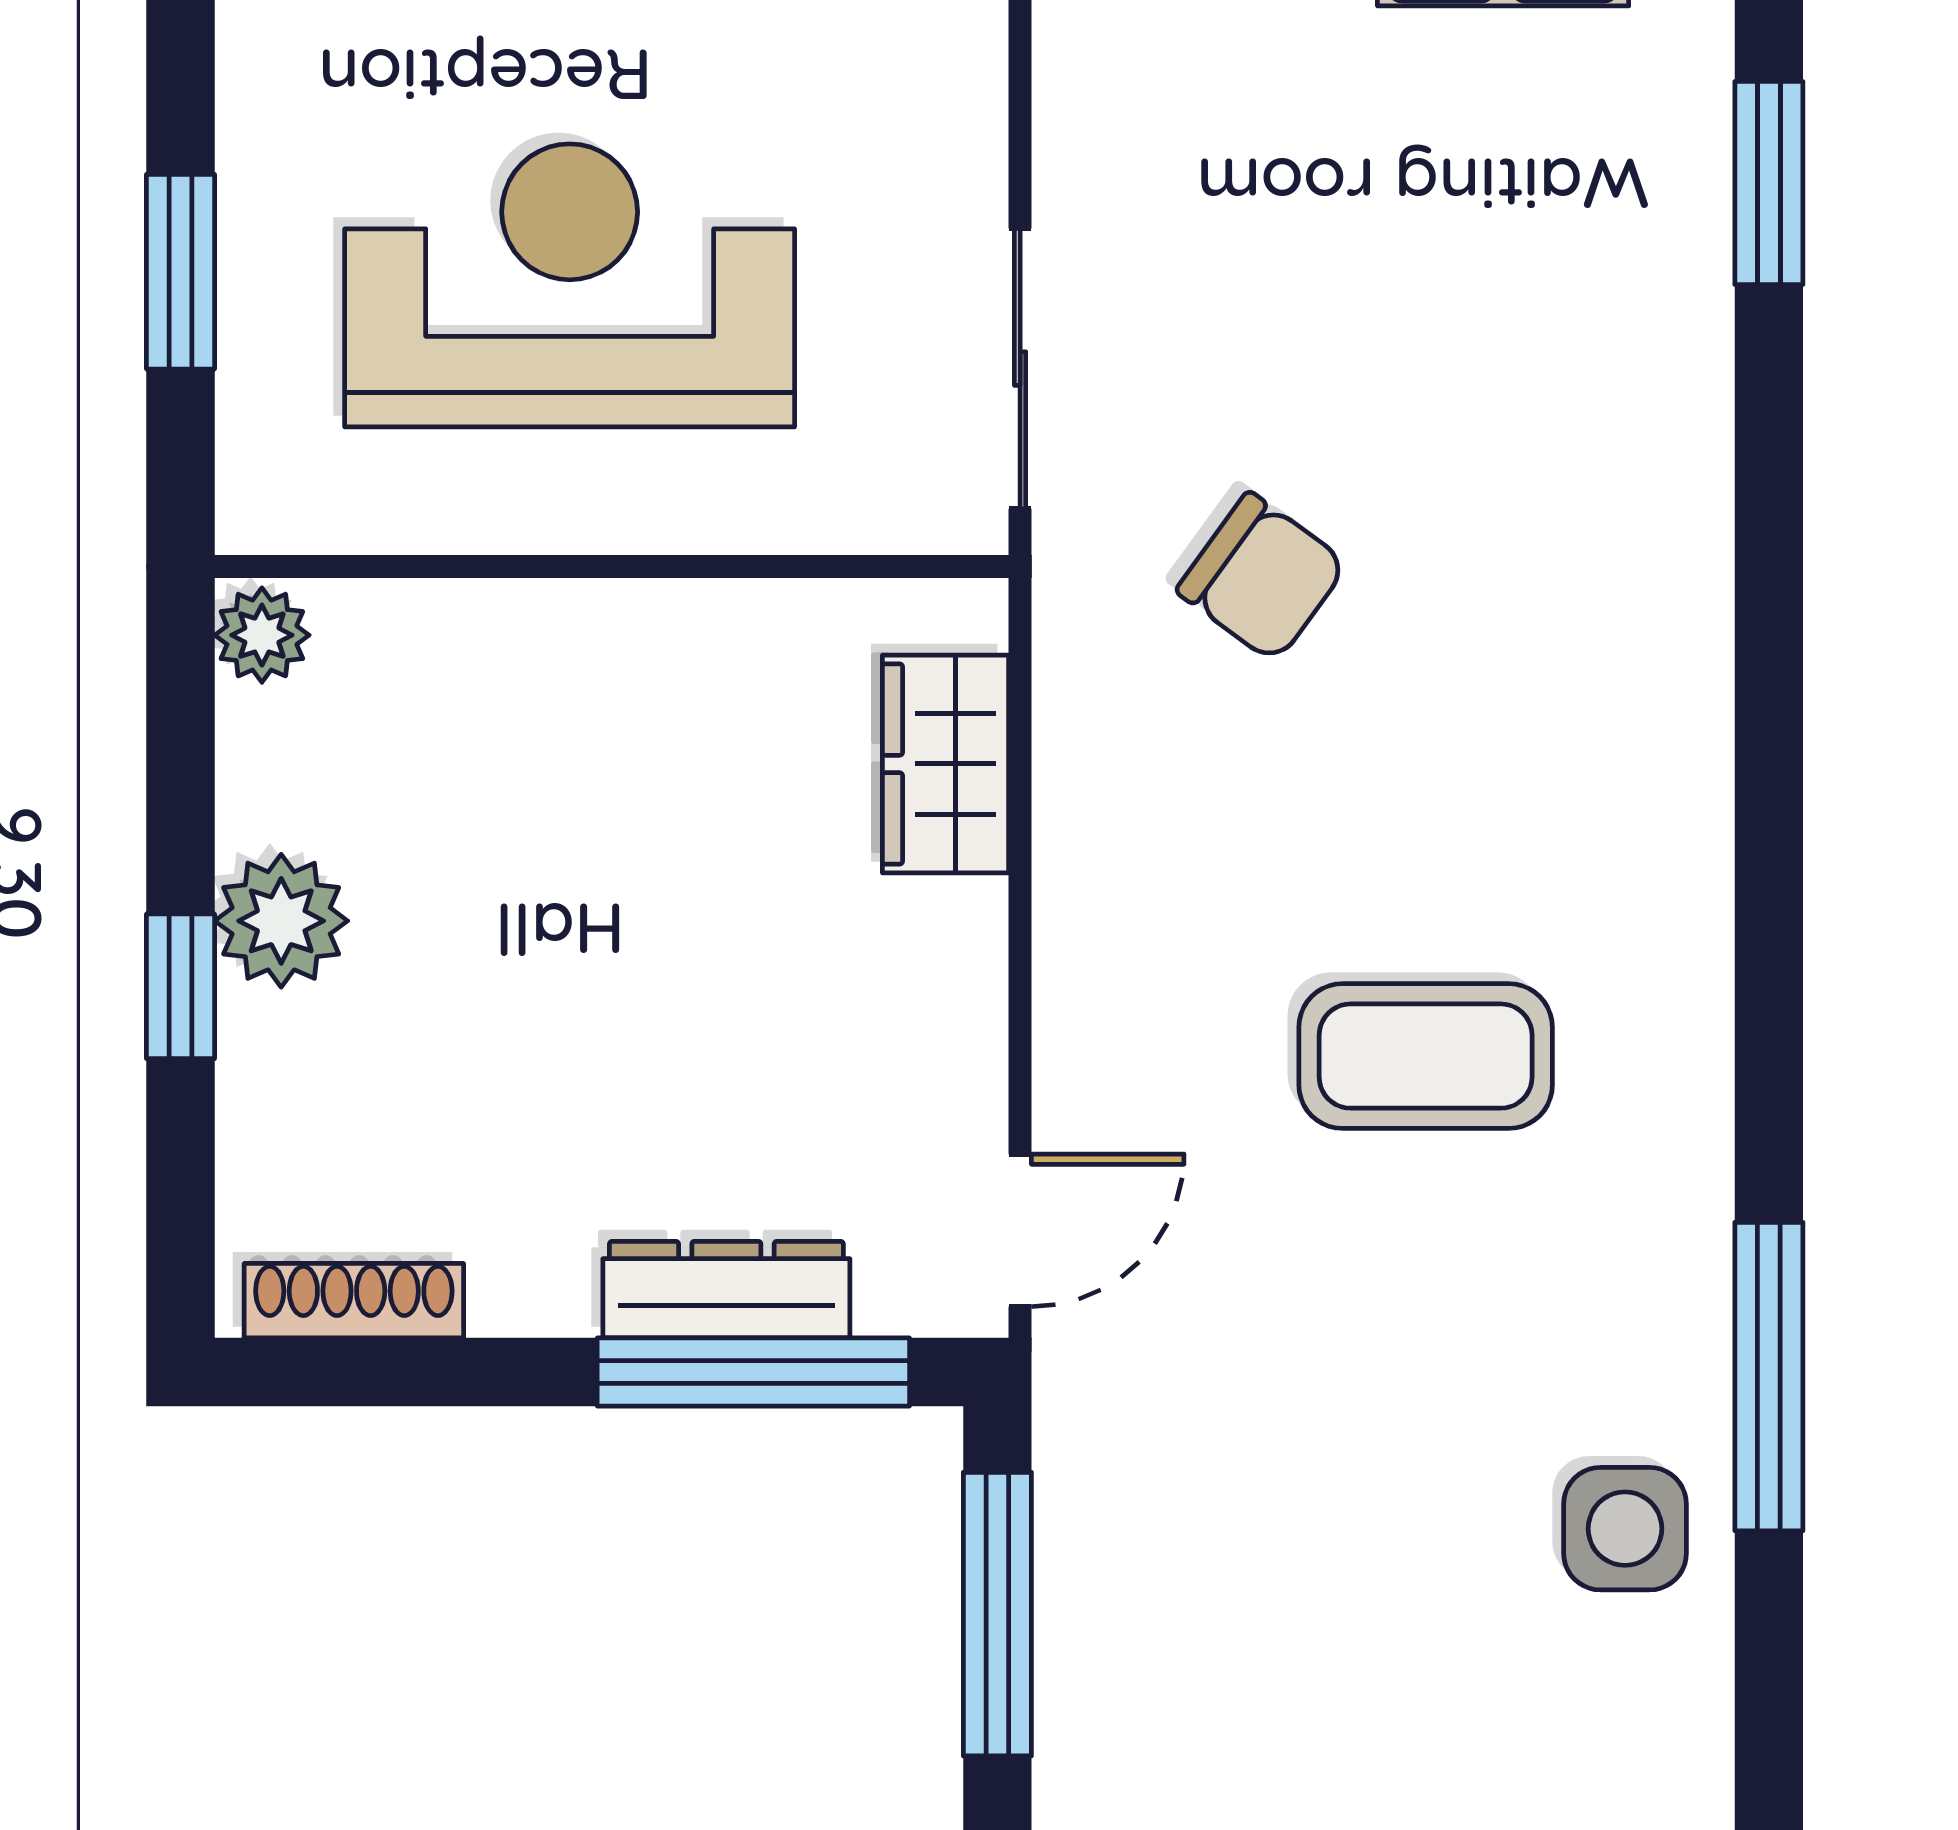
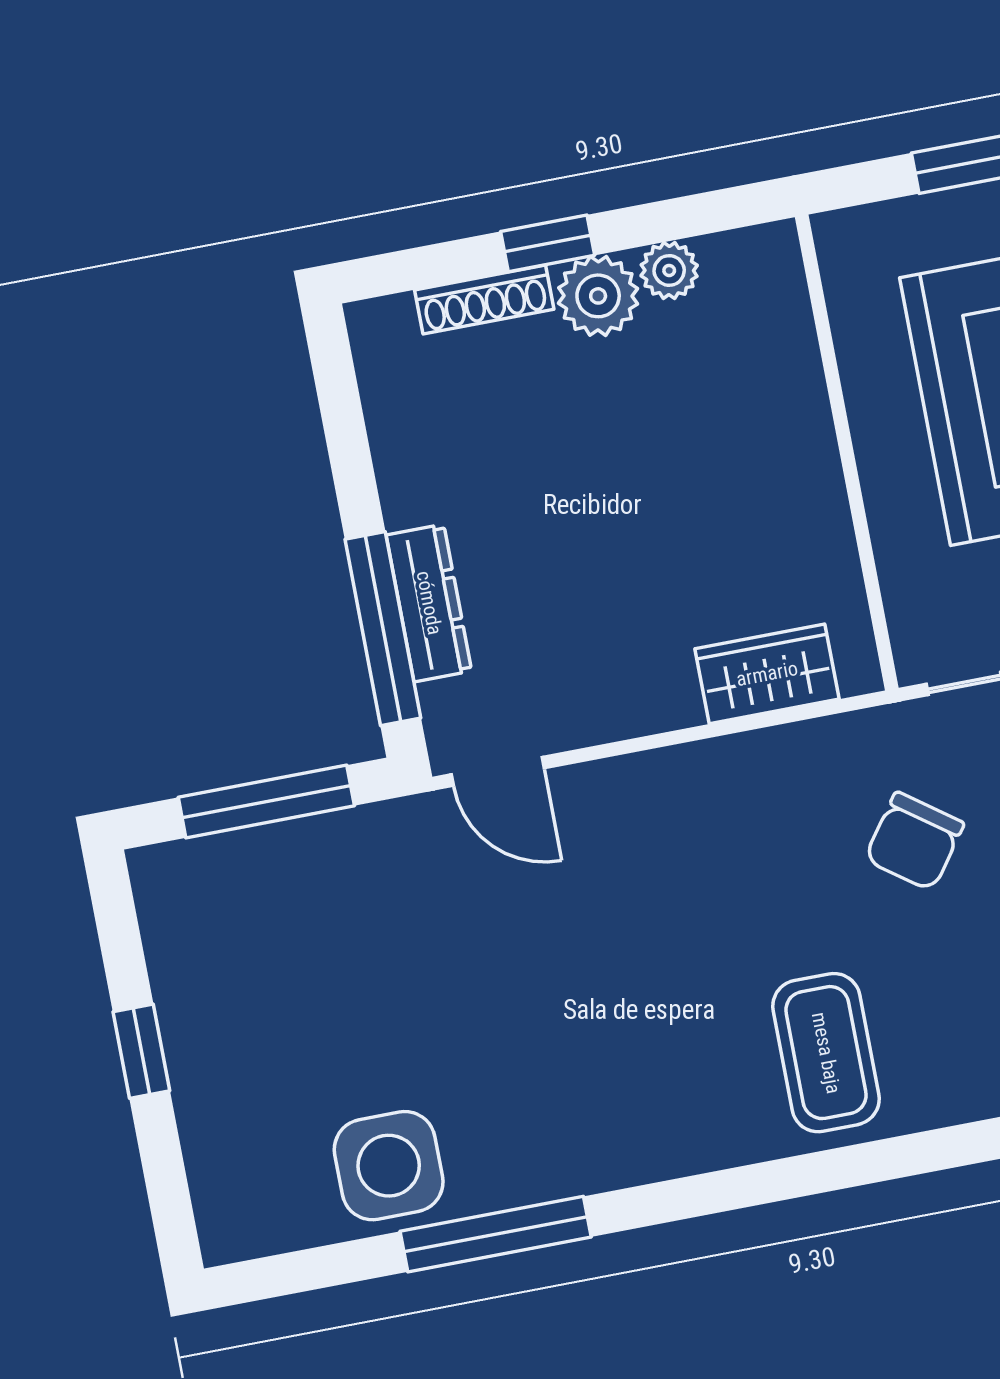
plant: (262, 635) -> (669, 270), moved
coffee table: (1426, 1056) -> (826, 1053), moved
shoe rack: (354, 1301) -> (484, 300), moved, turned 90
side table: (1625, 1529) -> (389, 1166), width x1.37, depth x1.37

